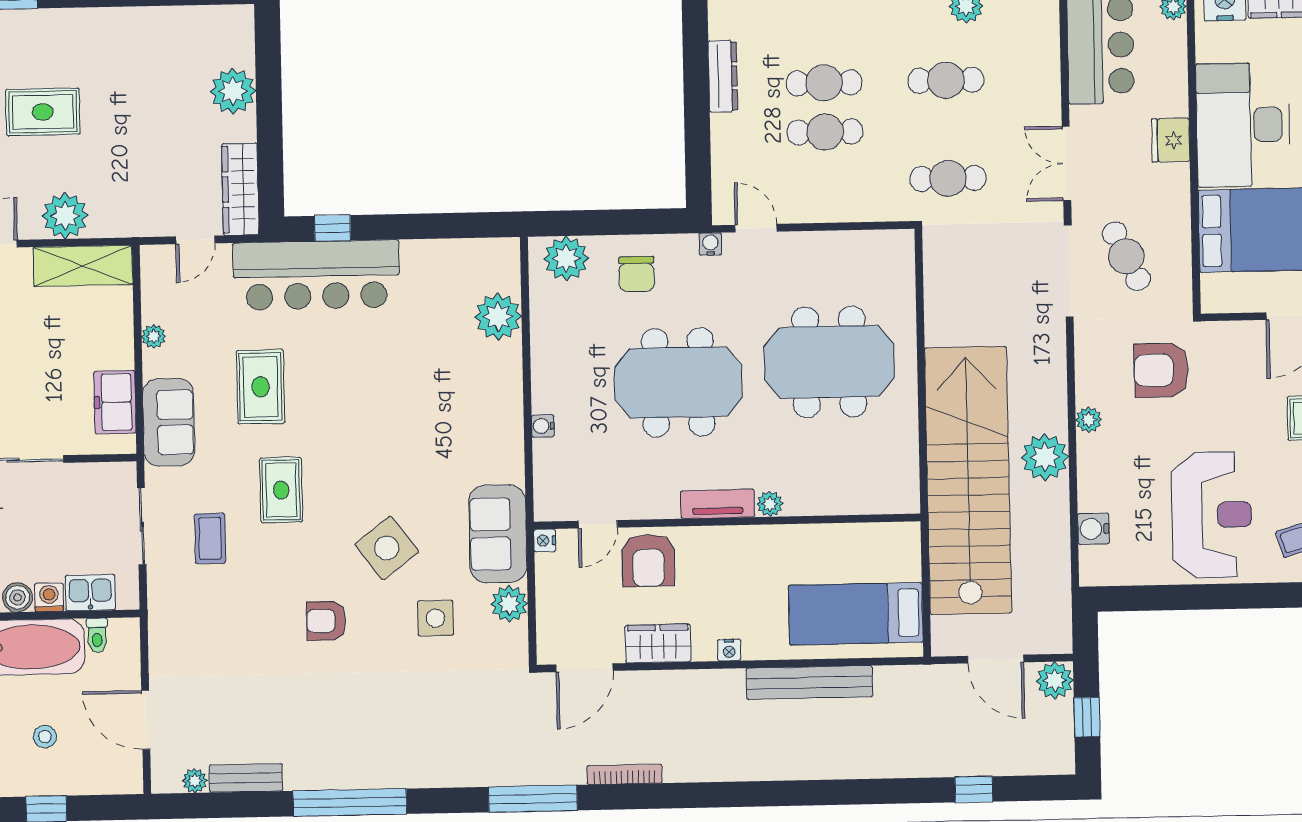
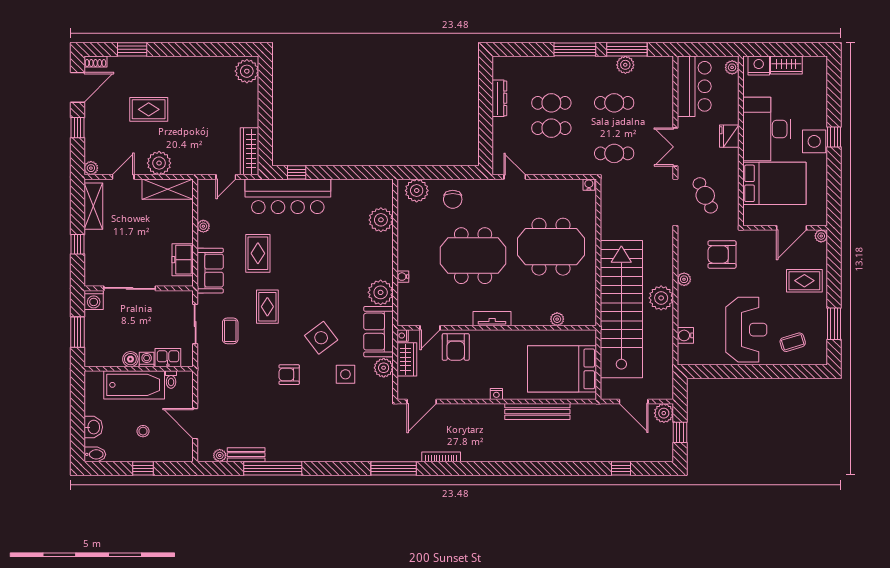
plant: (233, 91) -> (247, 71), moved
water cooler: (710, 244) -> (589, 185), moved
plant: (500, 458) -> (381, 292), added
plant: (770, 504) -> (557, 319), moved
bed: (856, 614) -> (562, 369), width x1.50
wardrobe: (658, 643) -> (407, 359), moved, turned 90
window: (350, 802) -> (273, 468), moved

